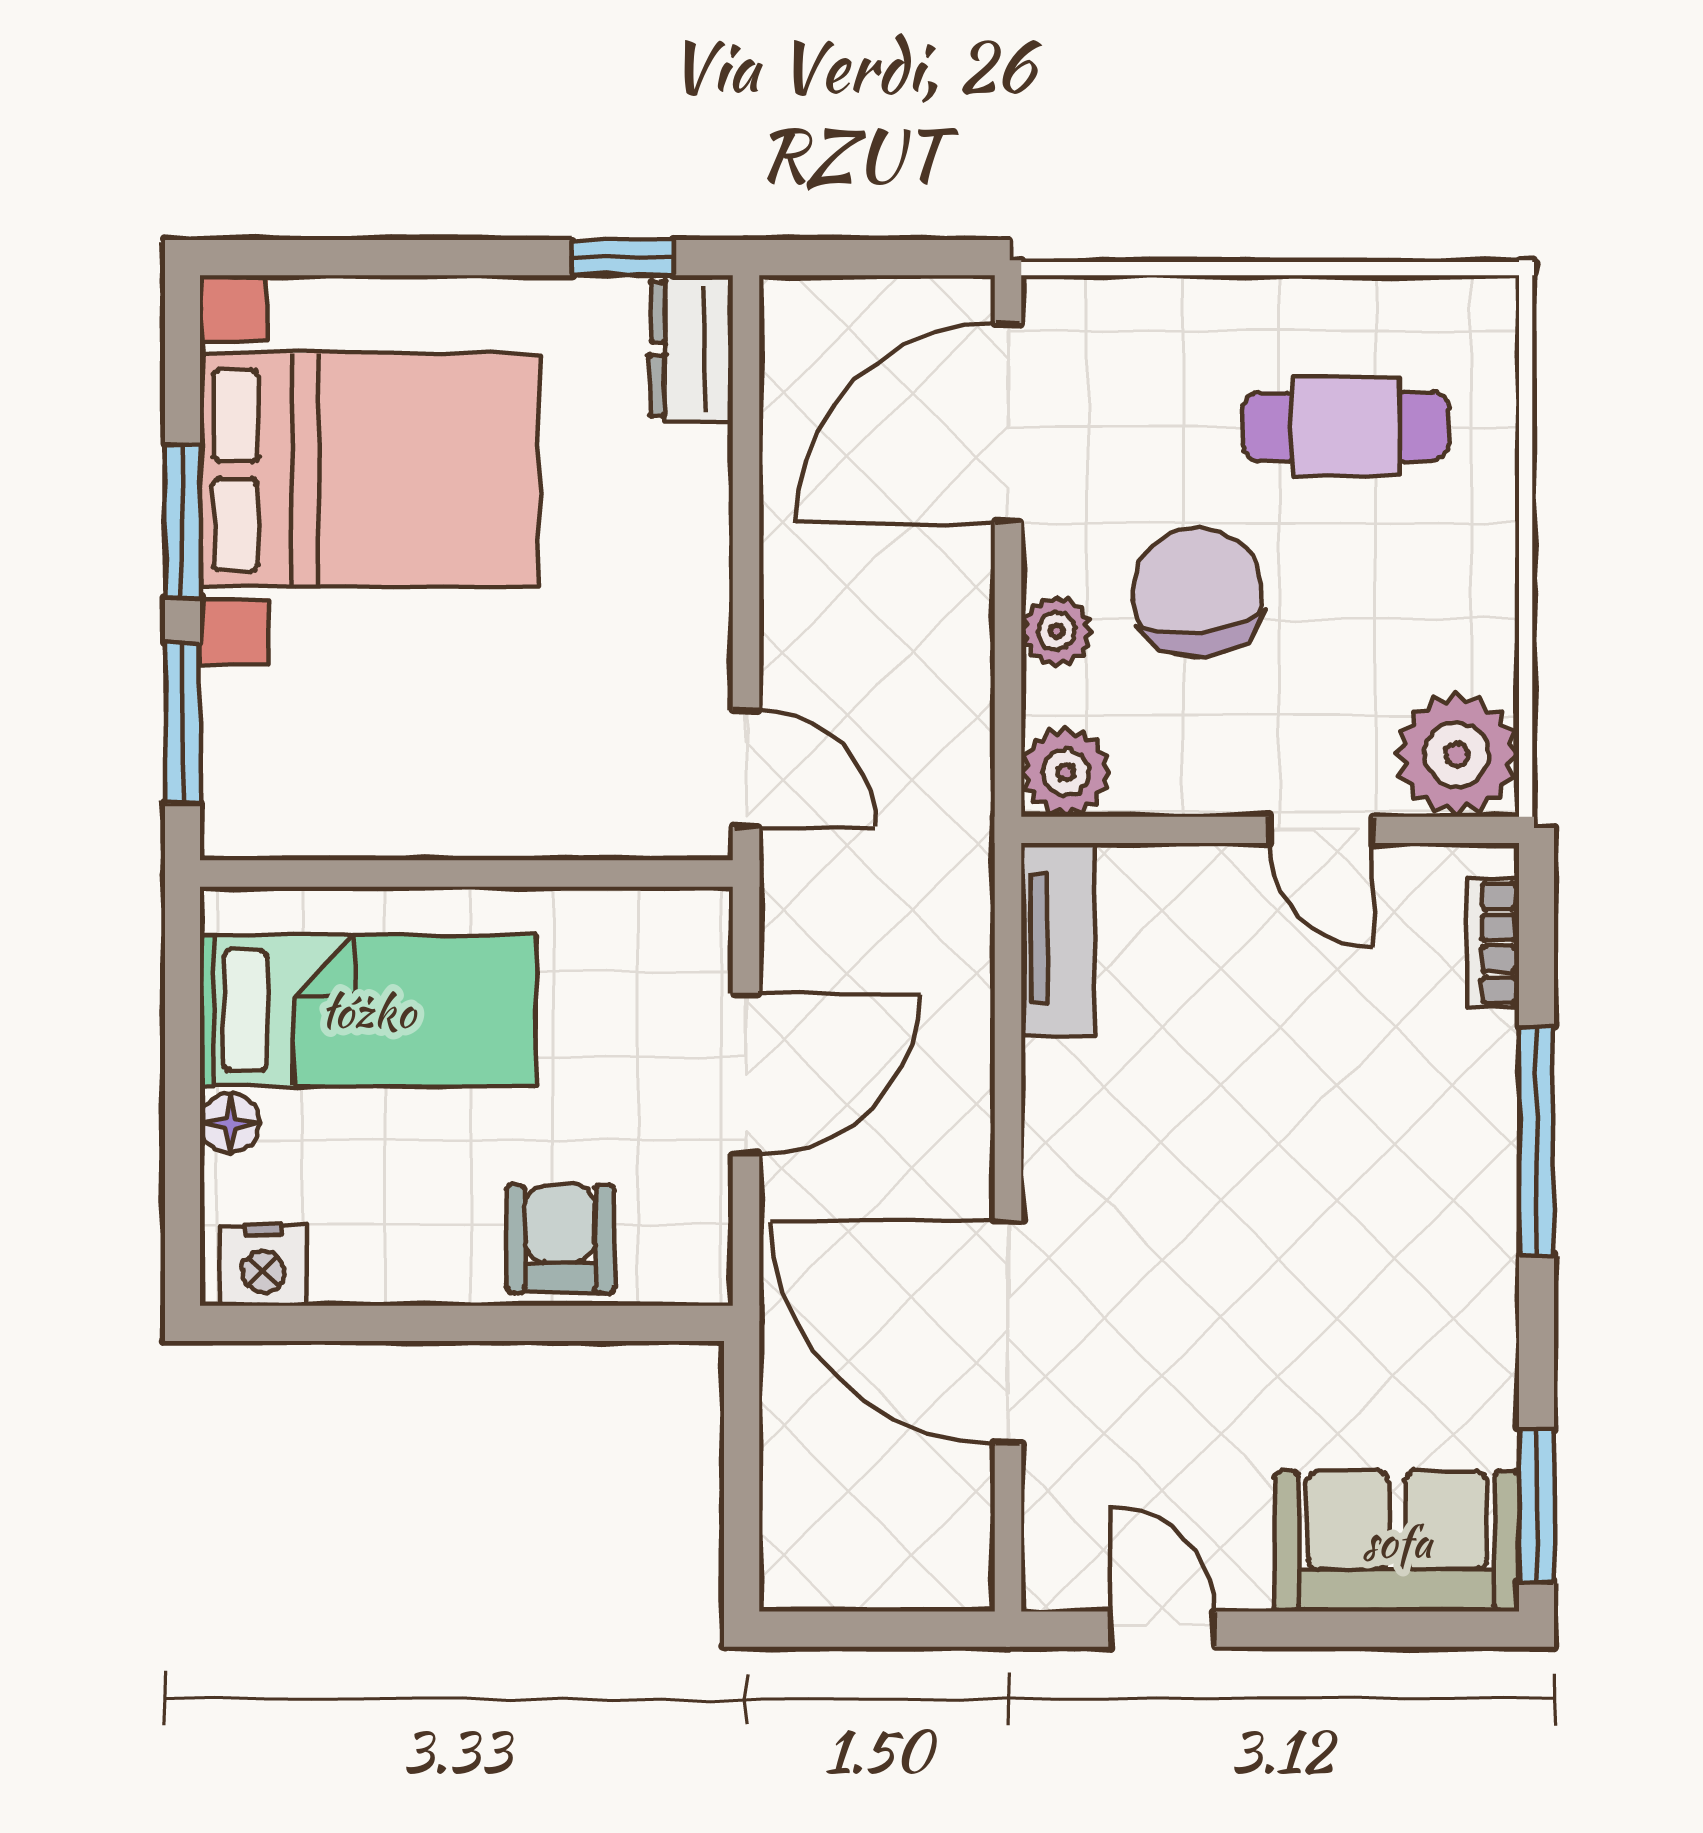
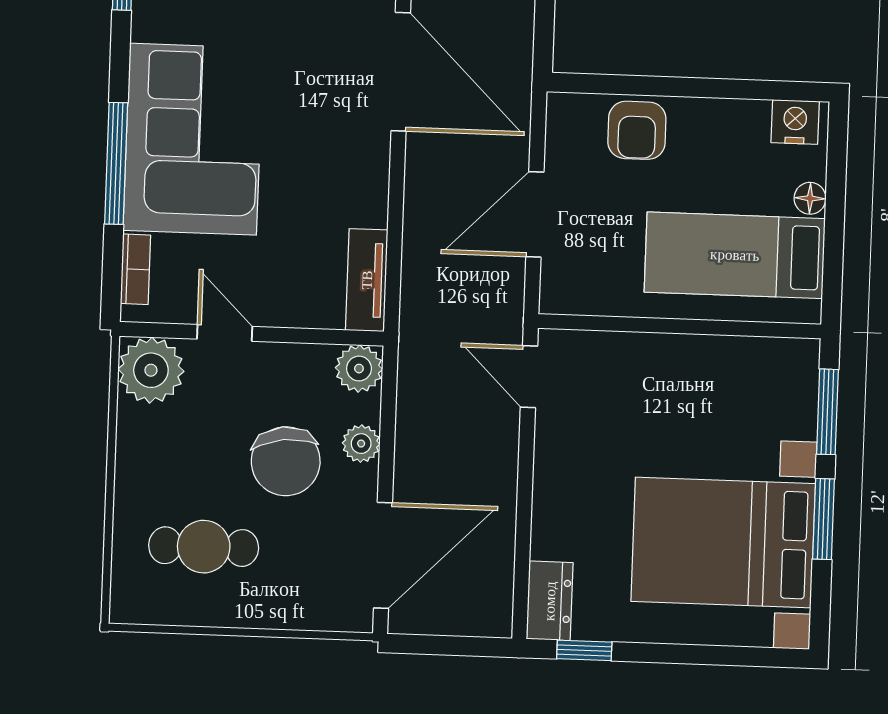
corner sofa: (1393, 1192) -> (193, 139), added

